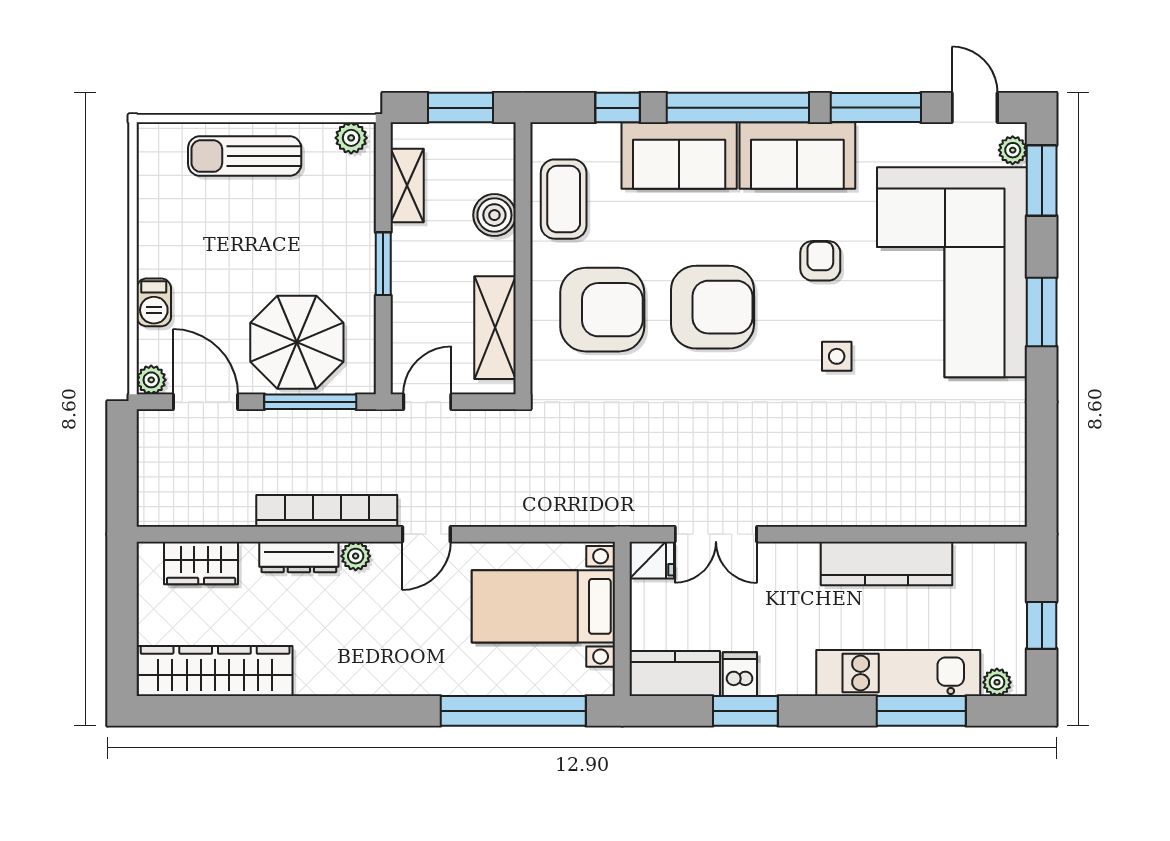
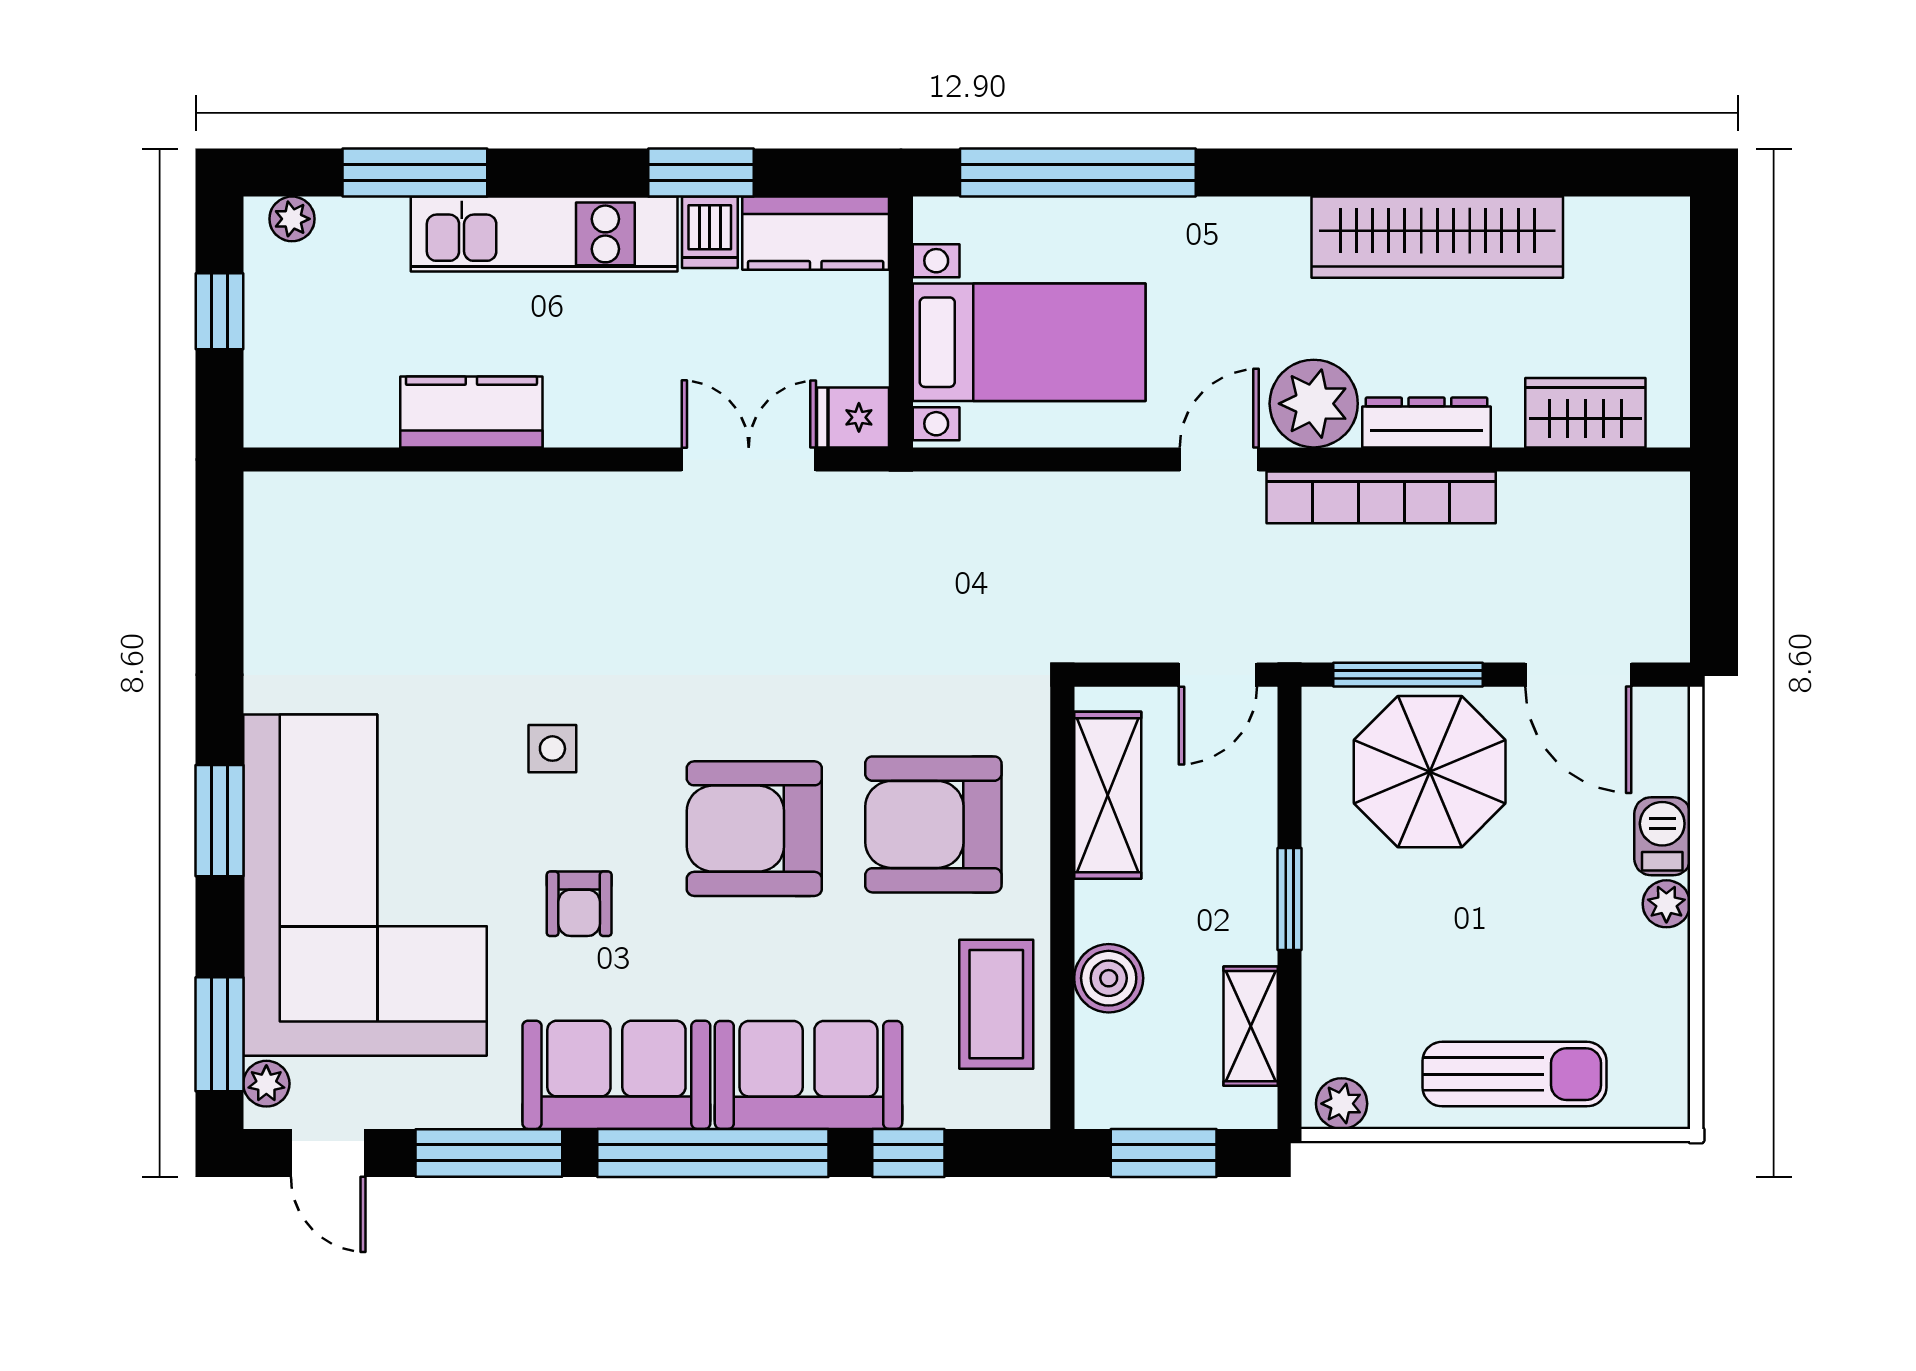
plant: (151, 380) -> (1666, 904), moved
plant: (356, 556) -> (1314, 404), width x1.87, depth x1.87
kitchen counter: (887, 563) -> (471, 412), width x0.67
wardrobe: (215, 671) -> (1437, 237), moved
kitchen unit: (898, 673) -> (544, 234), moved

